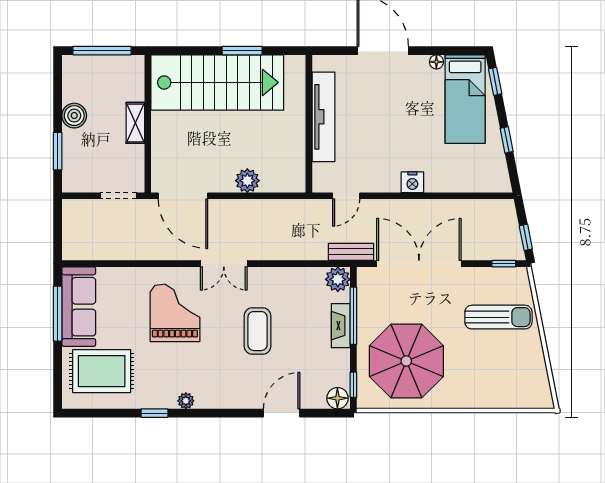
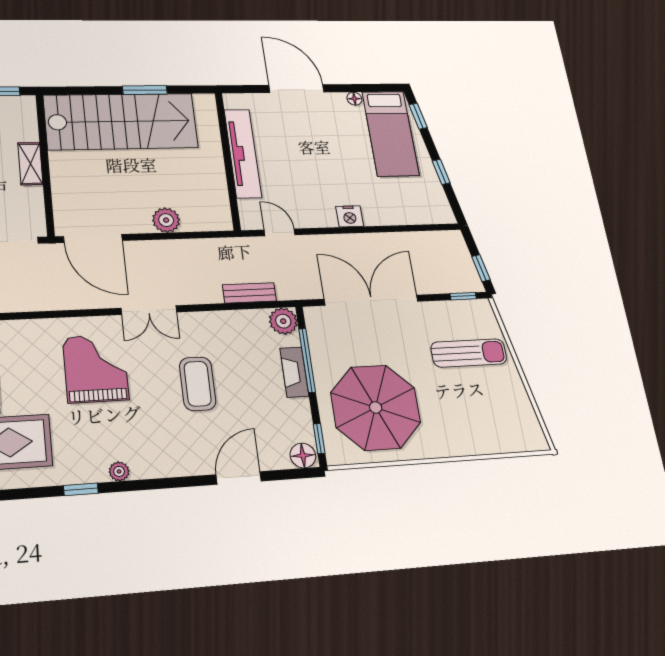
door: (346, 196) -> (280, 232), swing flipped
bench: (351, 252) -> (249, 293), moved

